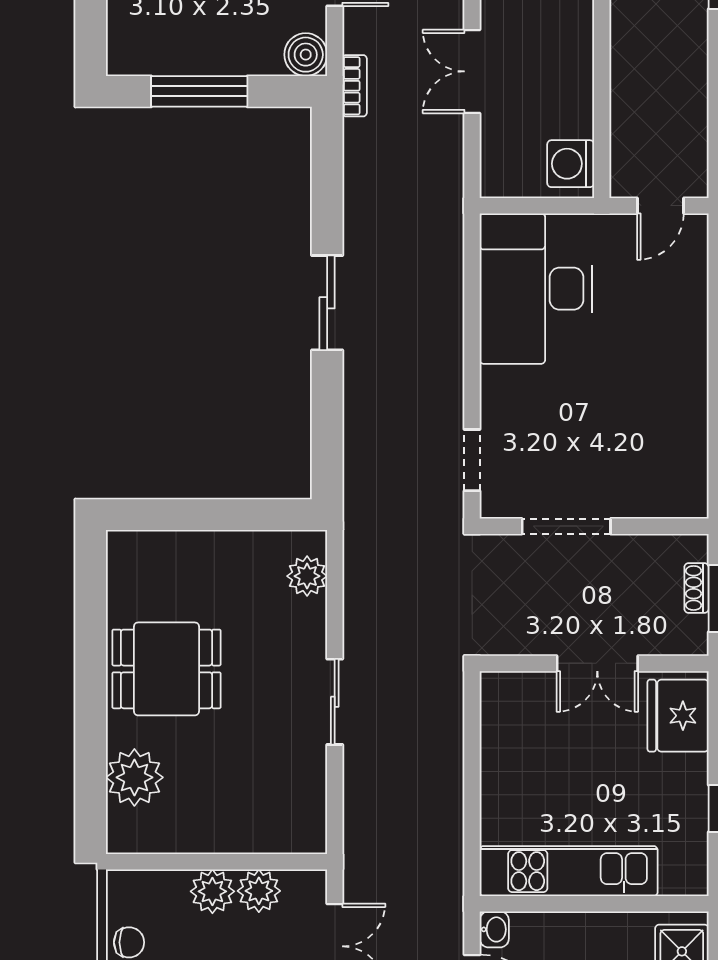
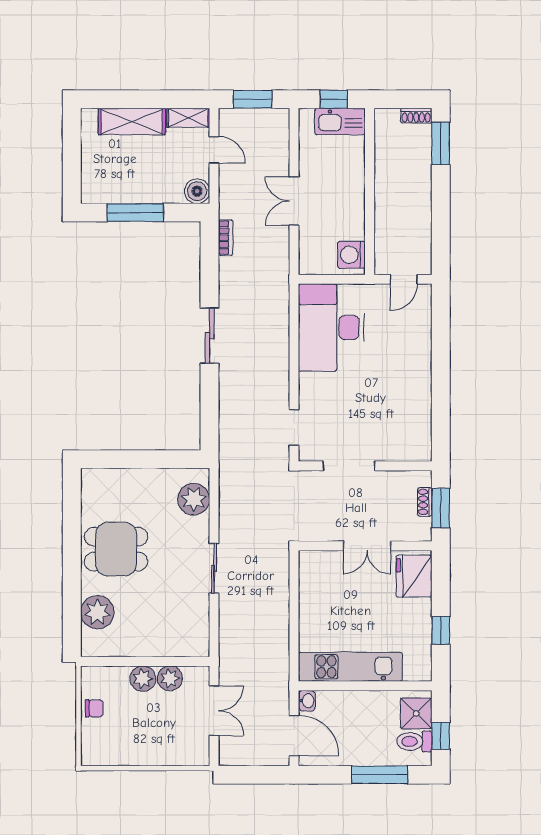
bookcase: (355, 86) -> (226, 238), moved
plant: (307, 576) -> (194, 499), width x1.36, depth x1.36

